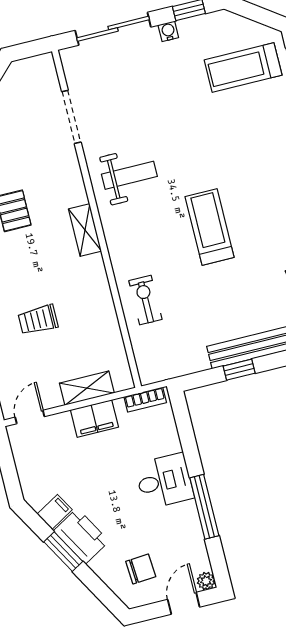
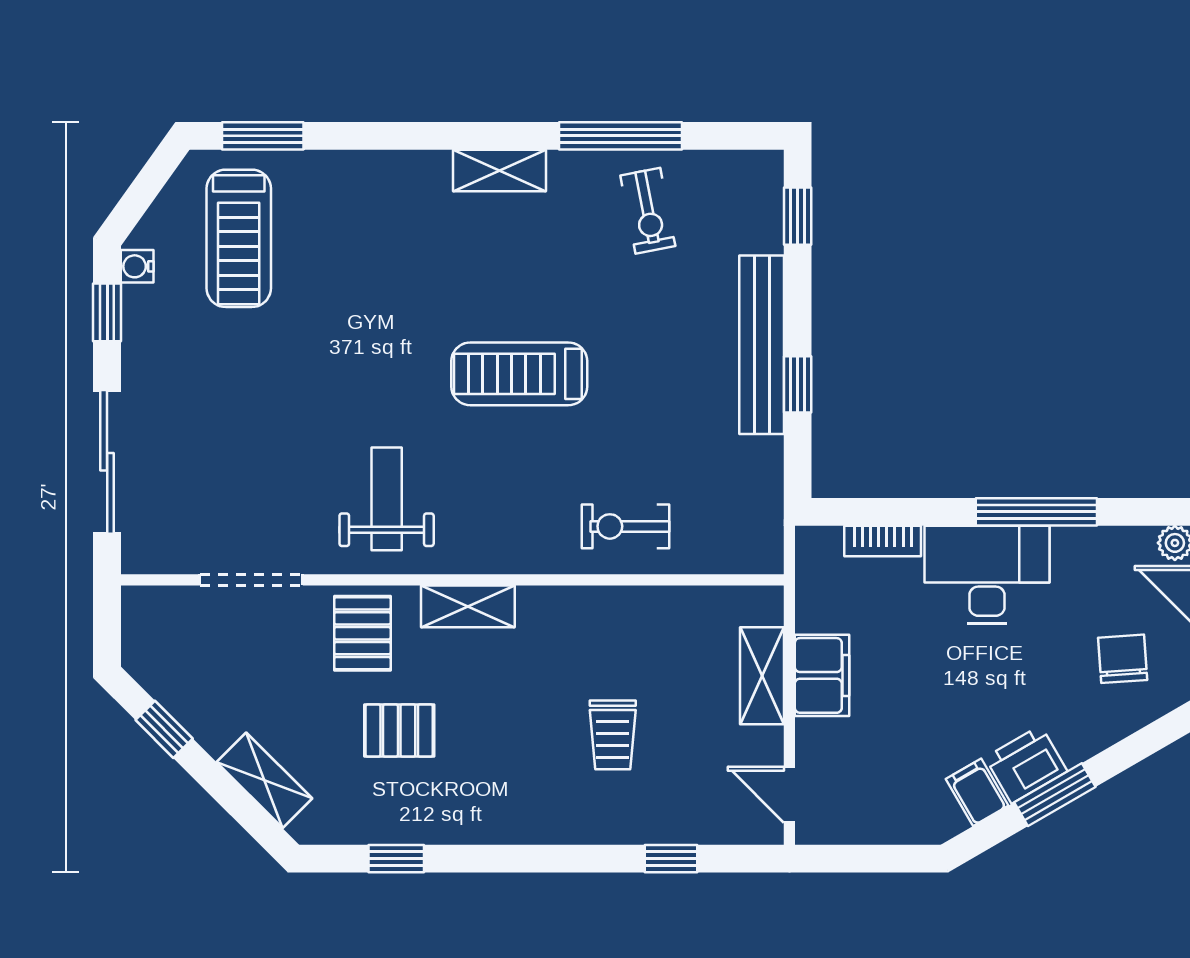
water cooler: (168, 31) -> (137, 266), moved
pallet: (58, 180) -> (362, 633), added
bookcase: (145, 400) -> (883, 541), moved, turned 90
desk: (164, 481) -> (987, 575), width x1.37
printer: (81, 536) -> (1026, 764), width x0.73, depth x0.84

